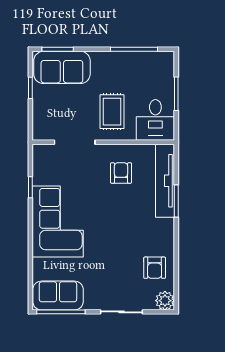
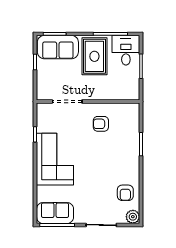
rug: (112, 112) -> (94, 56), moved, width x1.36, depth x1.43
desk: (155, 120) -> (126, 50), moved, turned 180
armchair: (121, 173) -> (101, 124), turned -90
tv unit: (165, 181) -> (133, 129), removed

